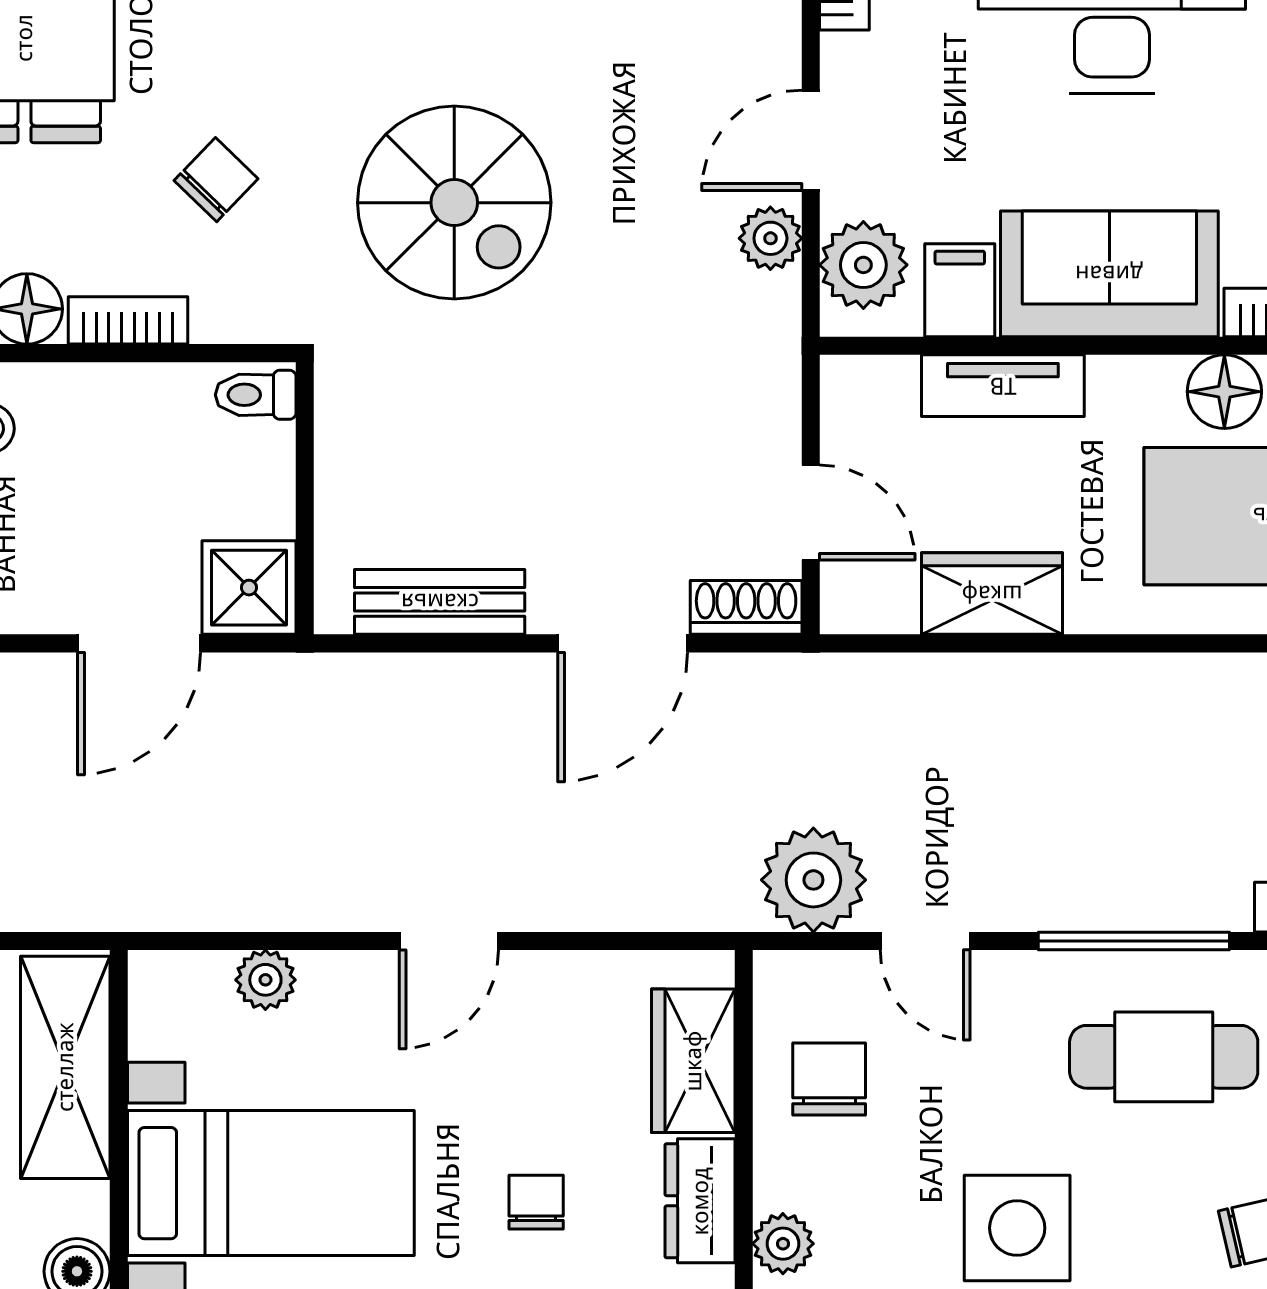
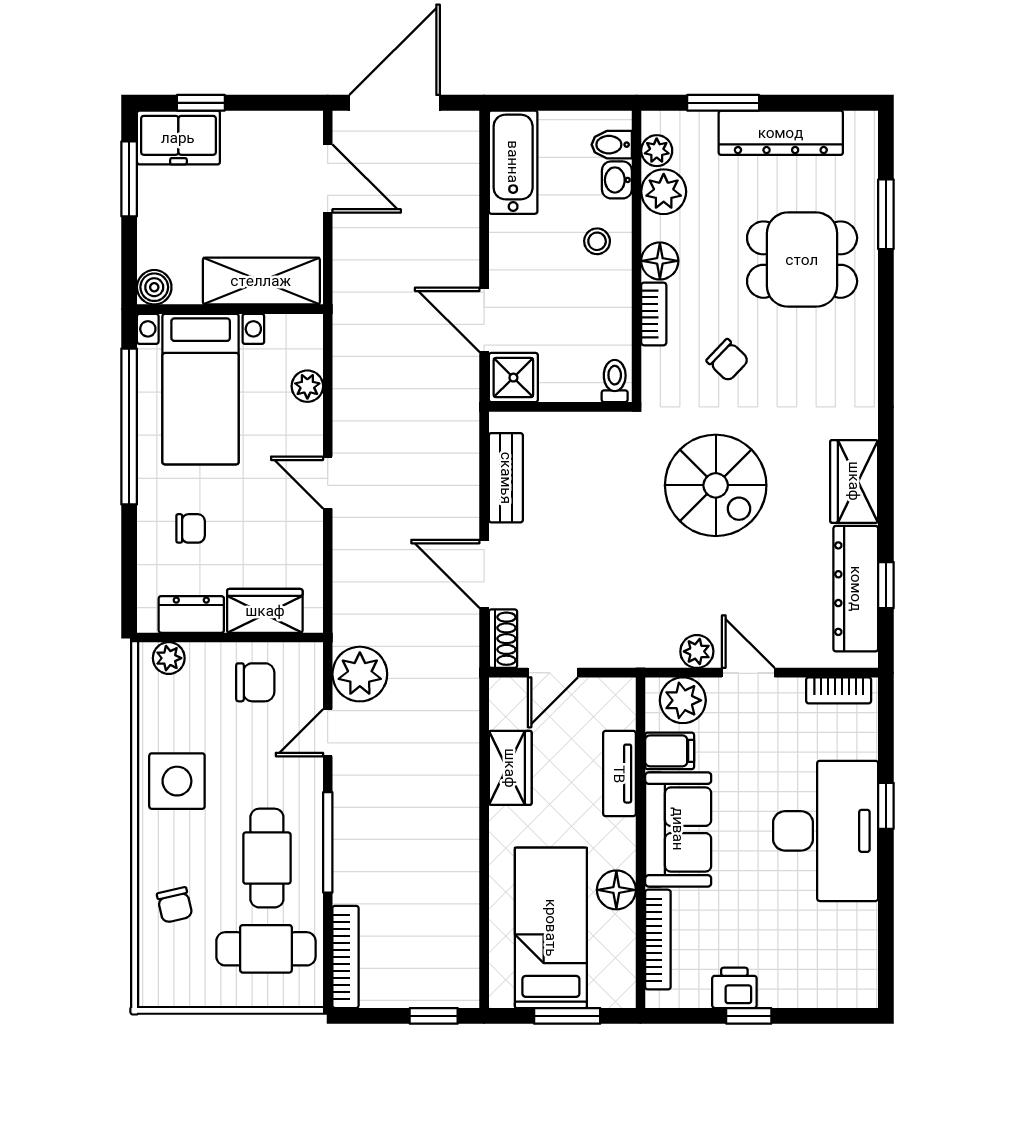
spiral stairs: (454, 203) -> (716, 485), turned -90

